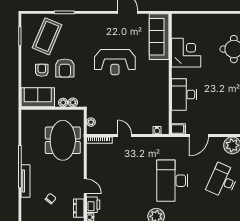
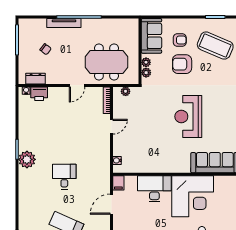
corner desk: (186, 53) -> (193, 196), width x1.36, depth x1.36
door: (199, 135) -> (112, 204), hinge flipped
desk: (172, 181) -> (64, 177), width x0.53, depth x0.77
door: (85, 186) -> (77, 85), moved

